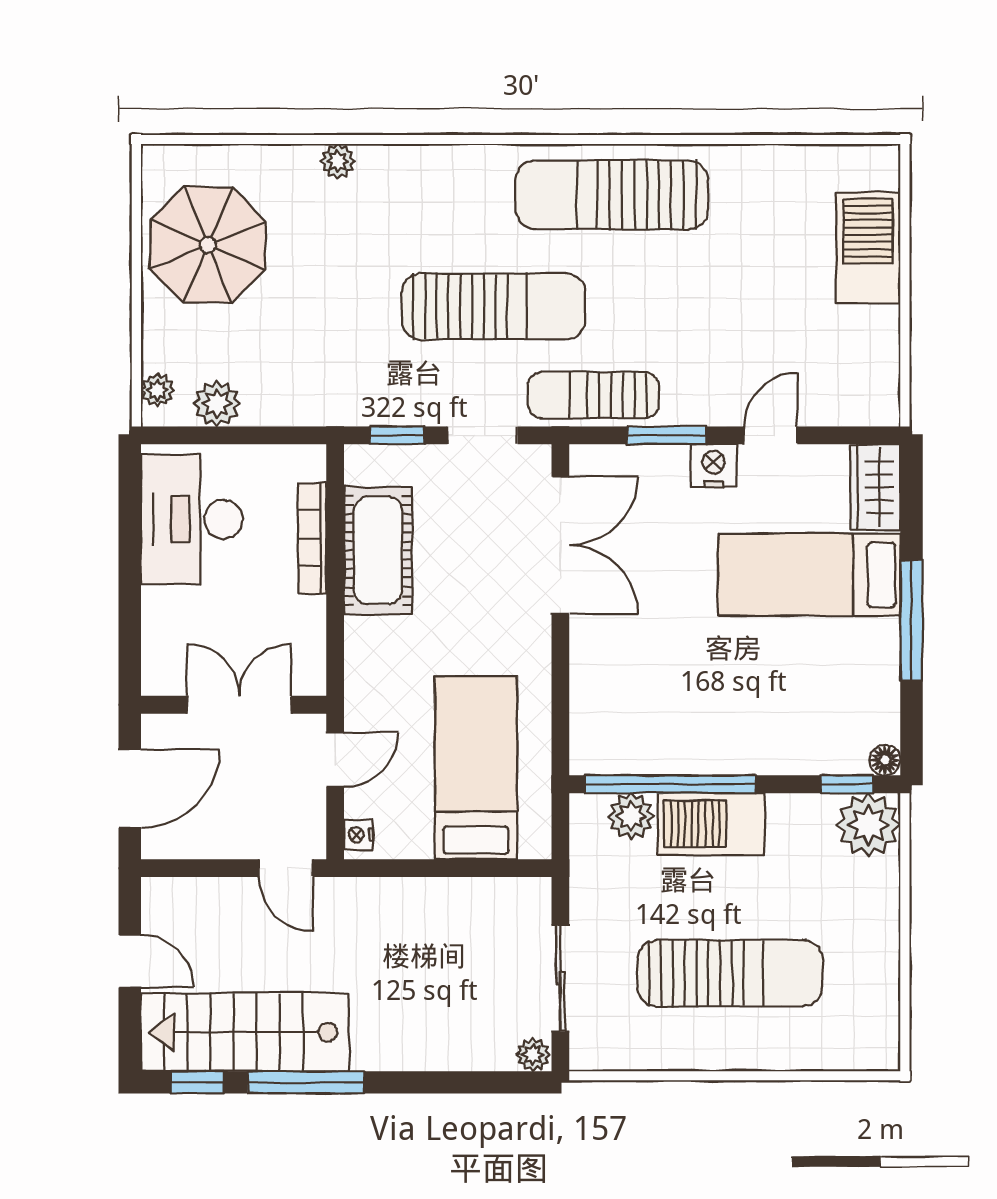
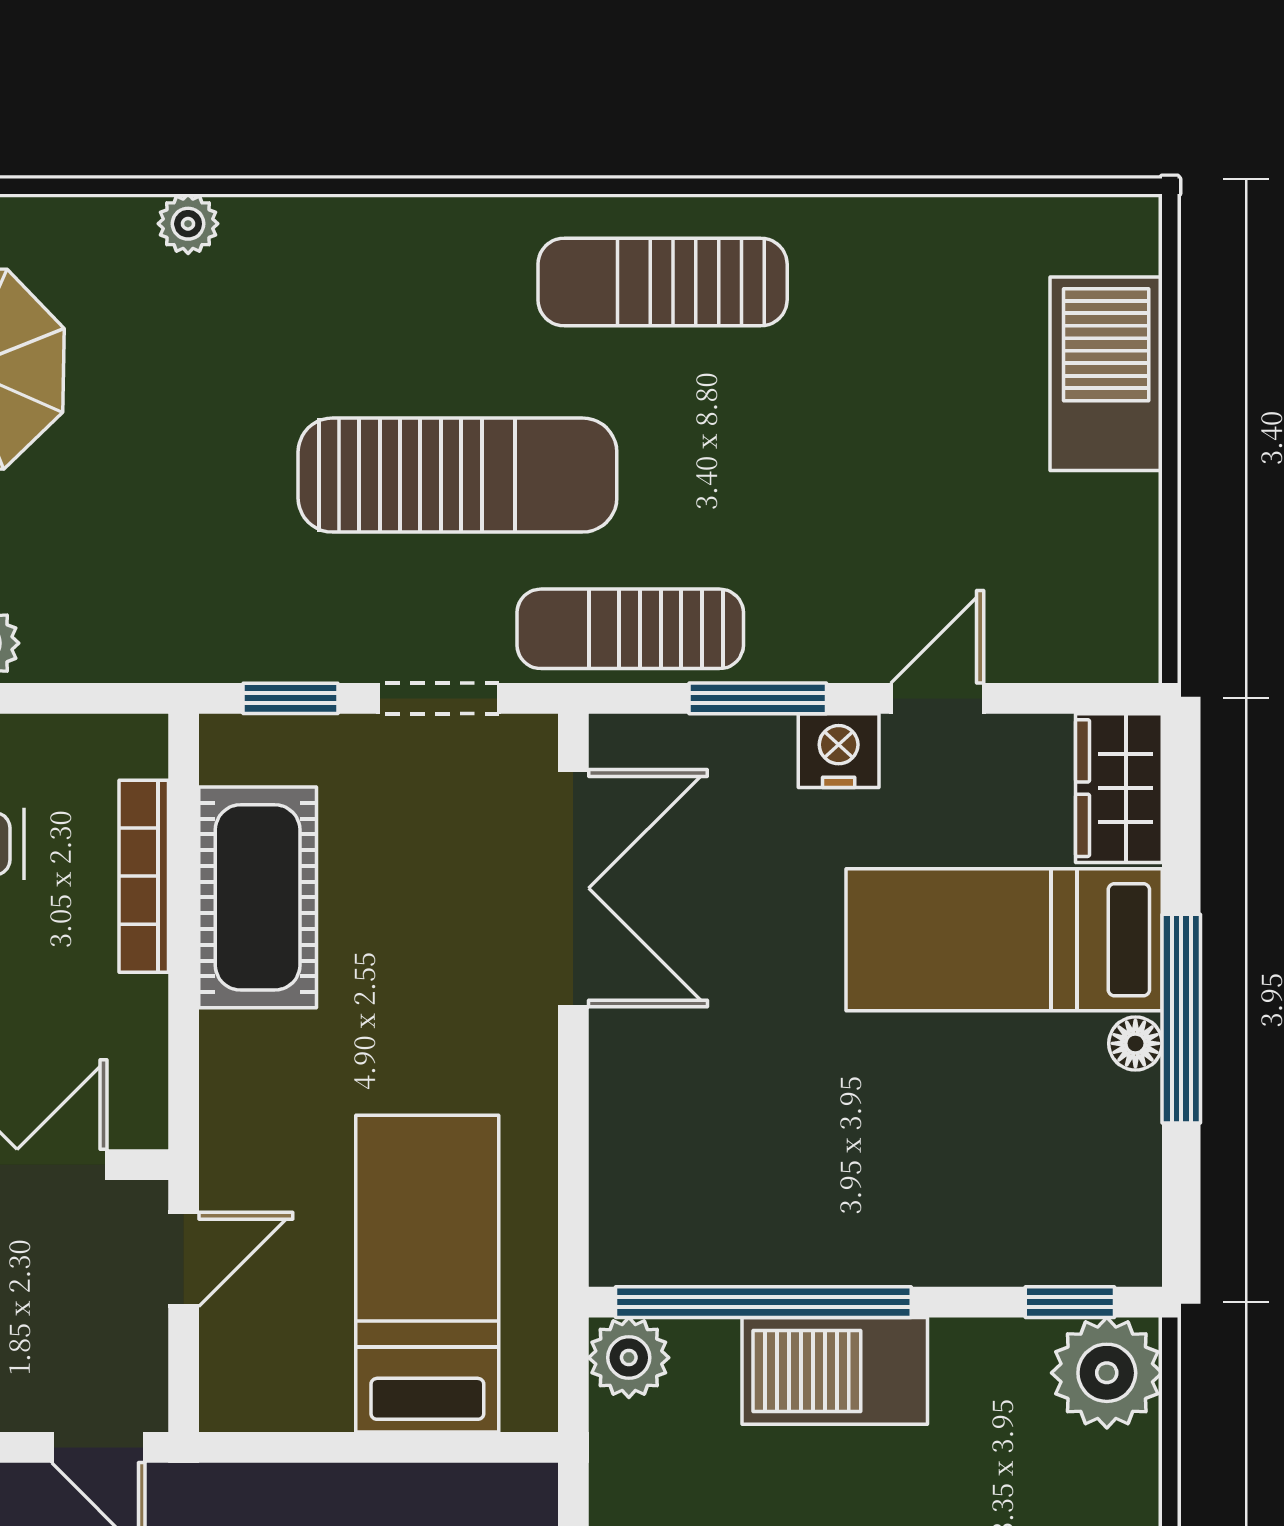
sun lounger: (612, 195) -> (663, 282), width x0.73, depth x0.75
floor lamp: (885, 760) -> (1135, 1043), moved
plant: (631, 816) -> (629, 1358), moved
nightstand: (358, 835) -> (224, 1390), removed

